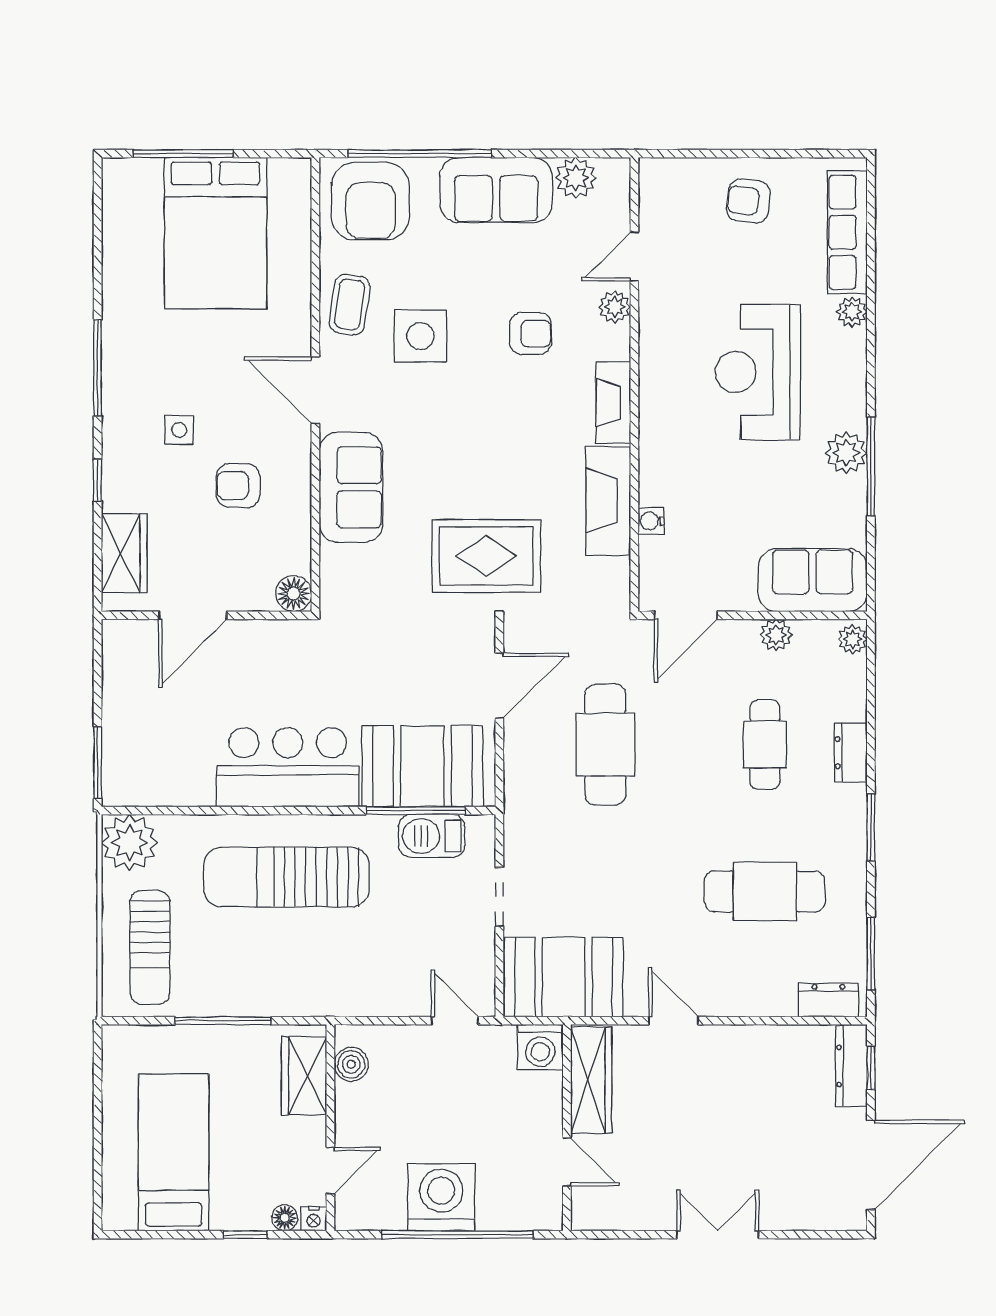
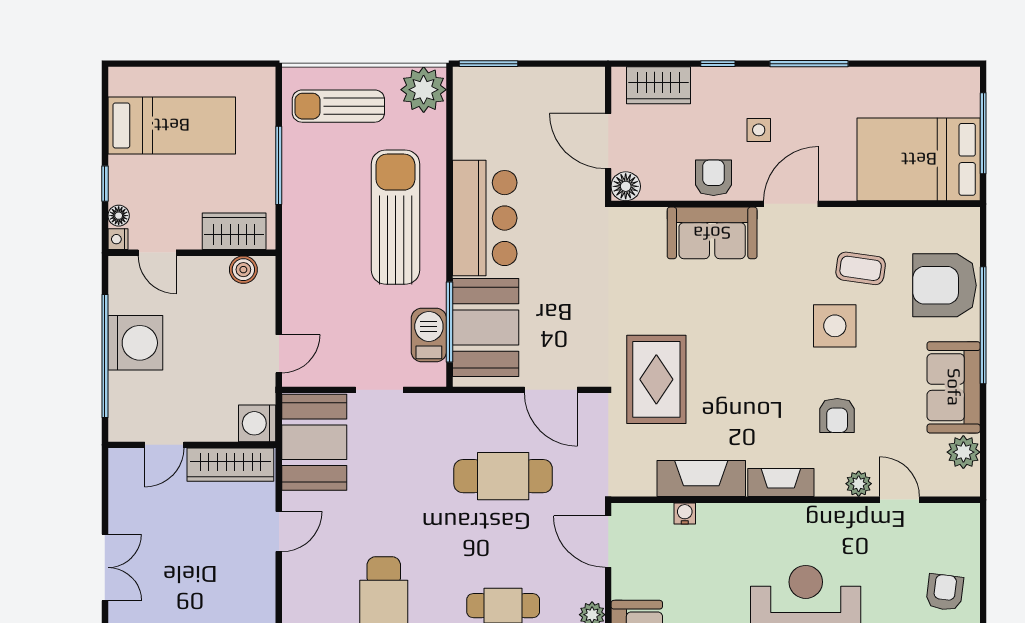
wall: (315, 384) -> (796, 204), moved
door: (315, 390) -> (791, 204), moved
sofa: (351, 487) -> (712, 233), moved
floor lamp: (294, 594) -> (626, 186), moved

